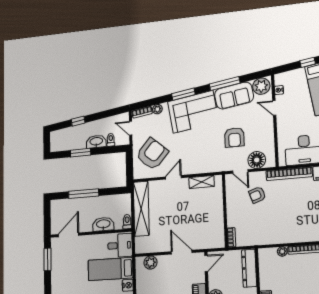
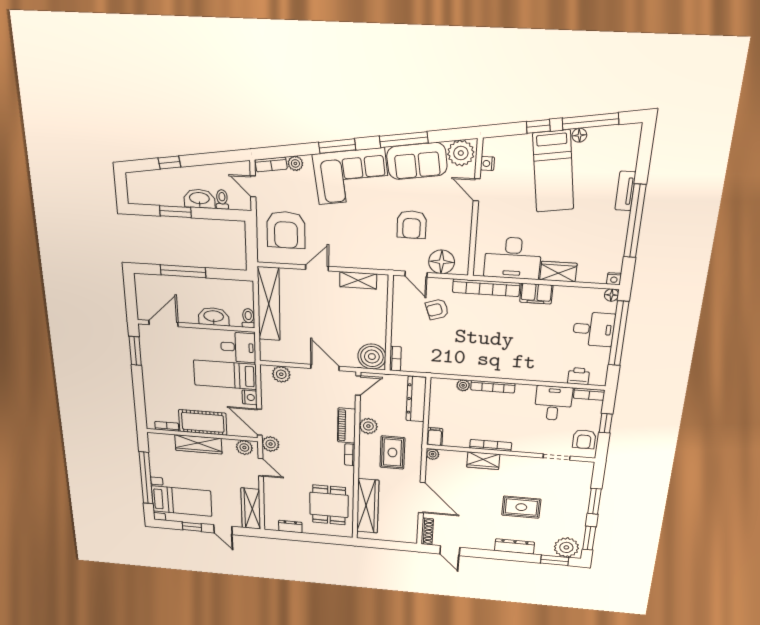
armchair: (152, 154) -> (286, 230), turned 139
boiler: (215, 238) -> (372, 357), added

